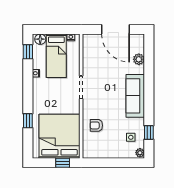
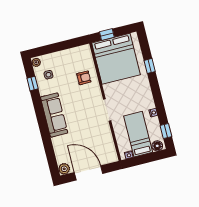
plant: (139, 59) -> (64, 169), moved

